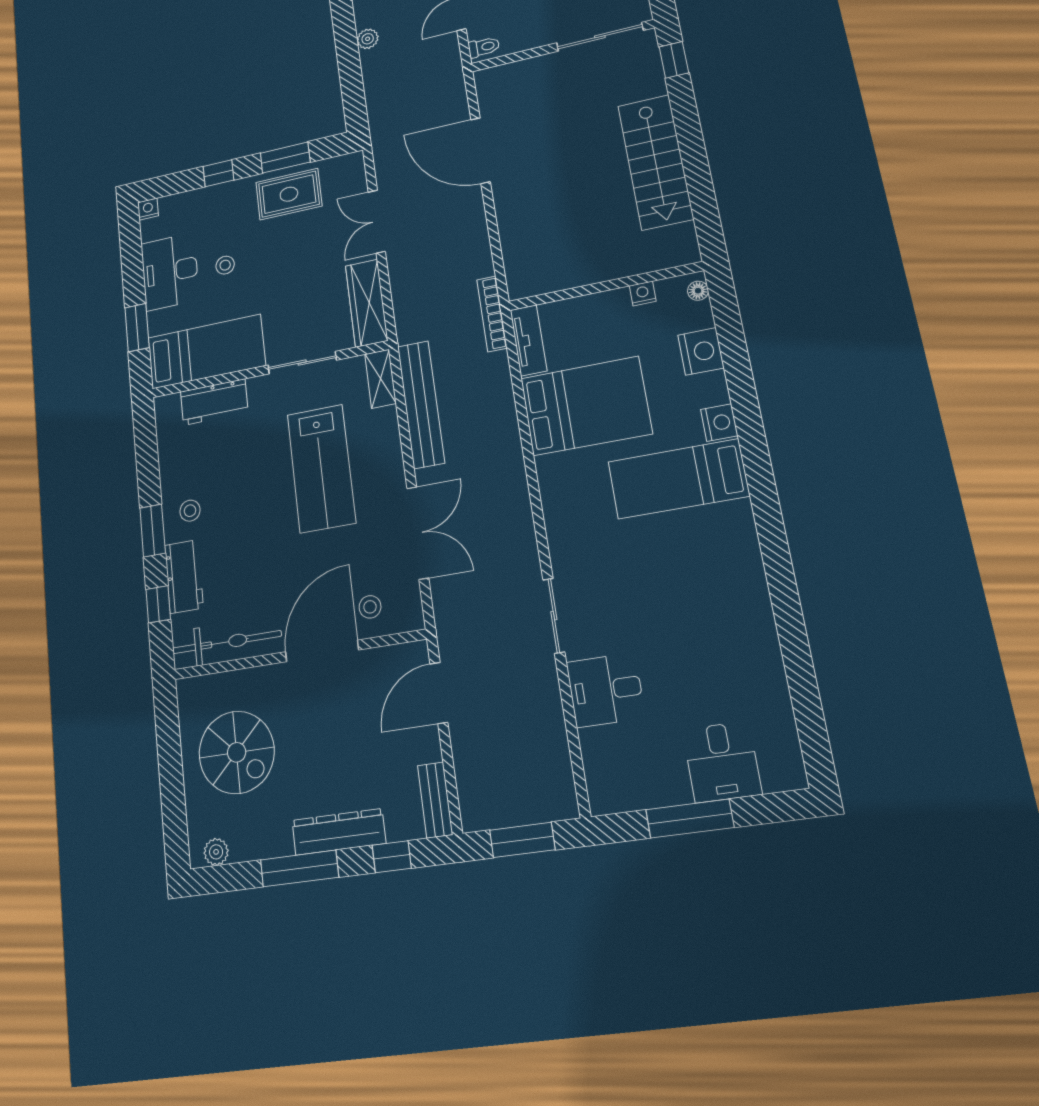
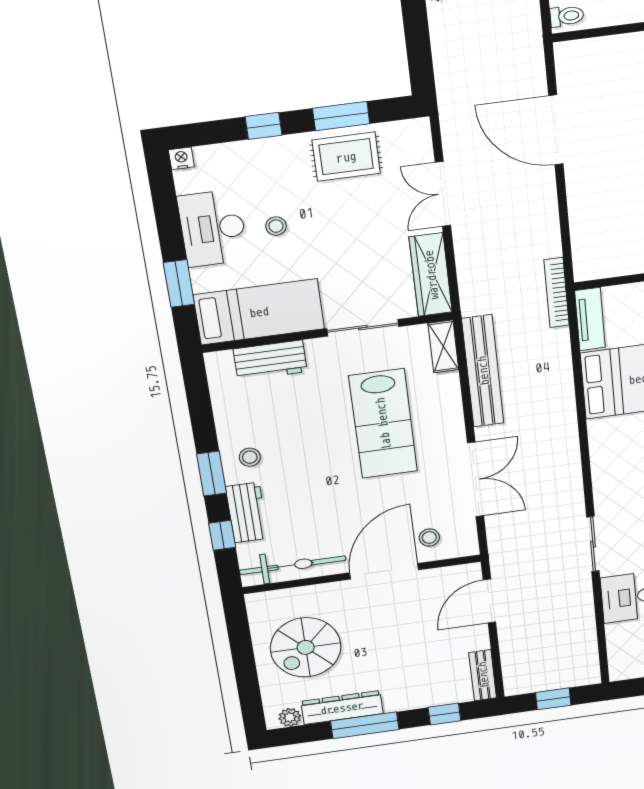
spiral stairs: (237, 752) -> (306, 647), turned 90
dresser: (339, 832) -> (342, 708), moved
window: (522, 840) -> (553, 699), width x0.67

